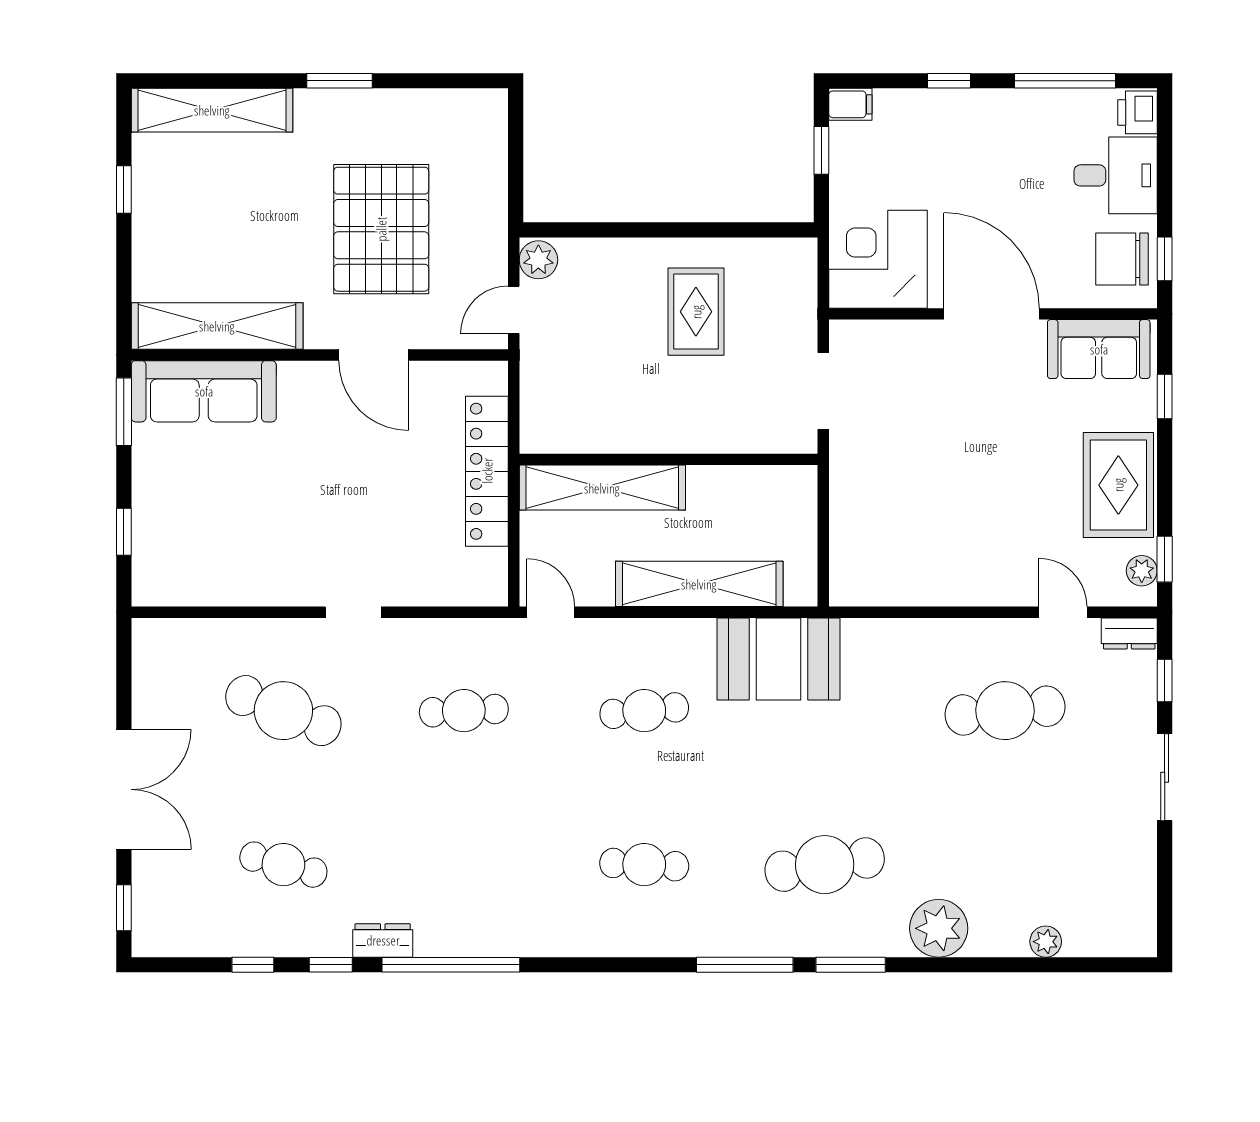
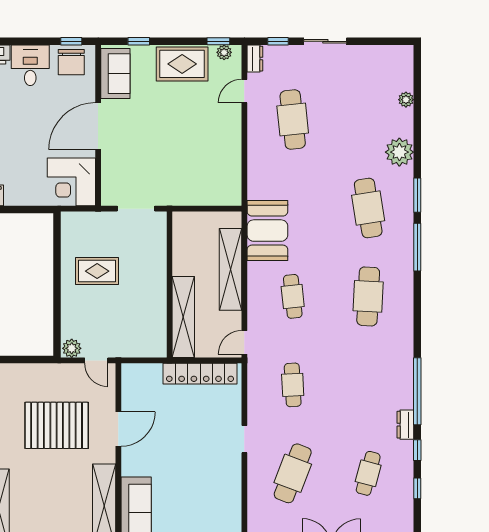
window: (821, 150) -> (18, 210), removed
locker: (487, 471) -> (200, 374), moved
cafe table: (644, 865) -> (368, 296), width x1.37, depth x1.35

